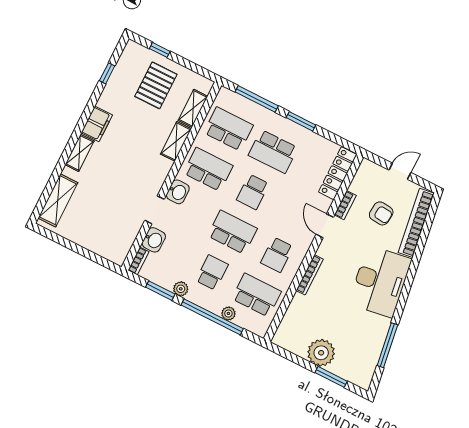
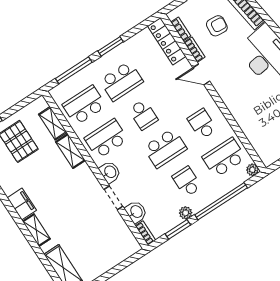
school desk: (232, 232) -> (165, 148), turned 180
school desk: (277, 255) -> (202, 124), turned 180
bookcase: (310, 275) -> (181, 29), moved, width x0.64
plant: (228, 313) -> (252, 170), moved

